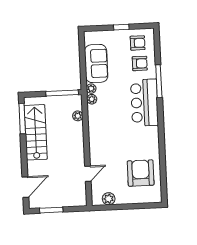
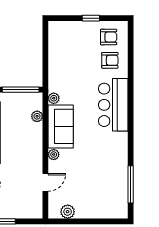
sofa: (96, 64) -> (61, 126), moved
window: (159, 81) -> (131, 184), moved
plant: (91, 89) -> (54, 155), moved
armchair: (141, 173) -> (105, 184), removed

